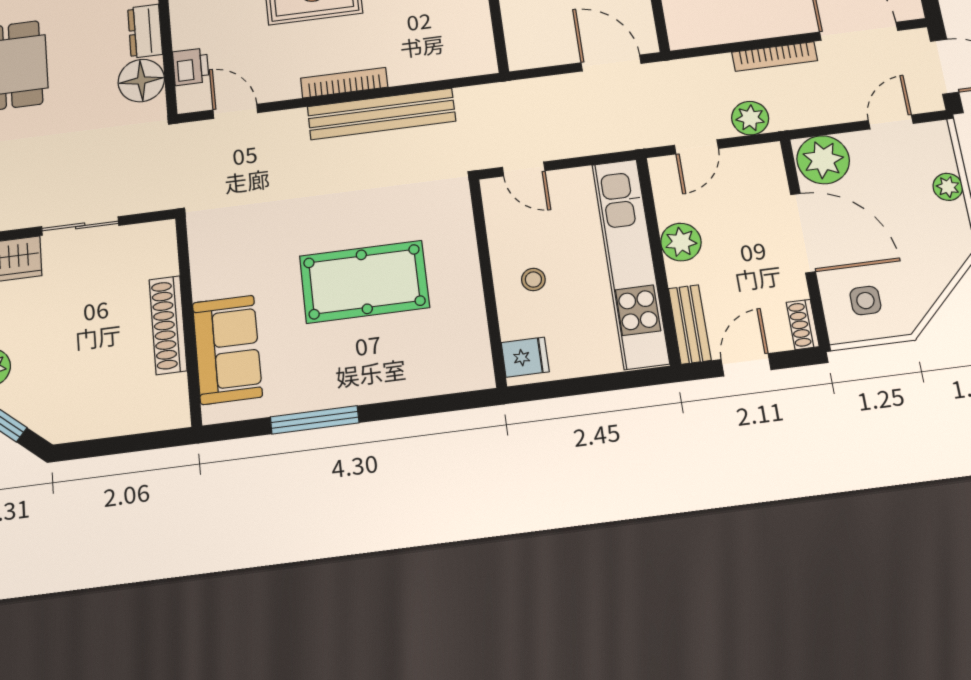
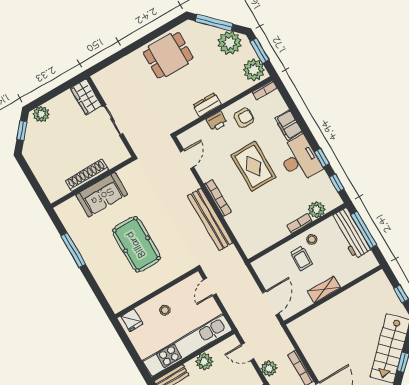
printer: (191, 67) -> (217, 121), moved
floor lamp: (141, 81) -> (185, 114), removed
sofa: (227, 350) -> (102, 195), moved

